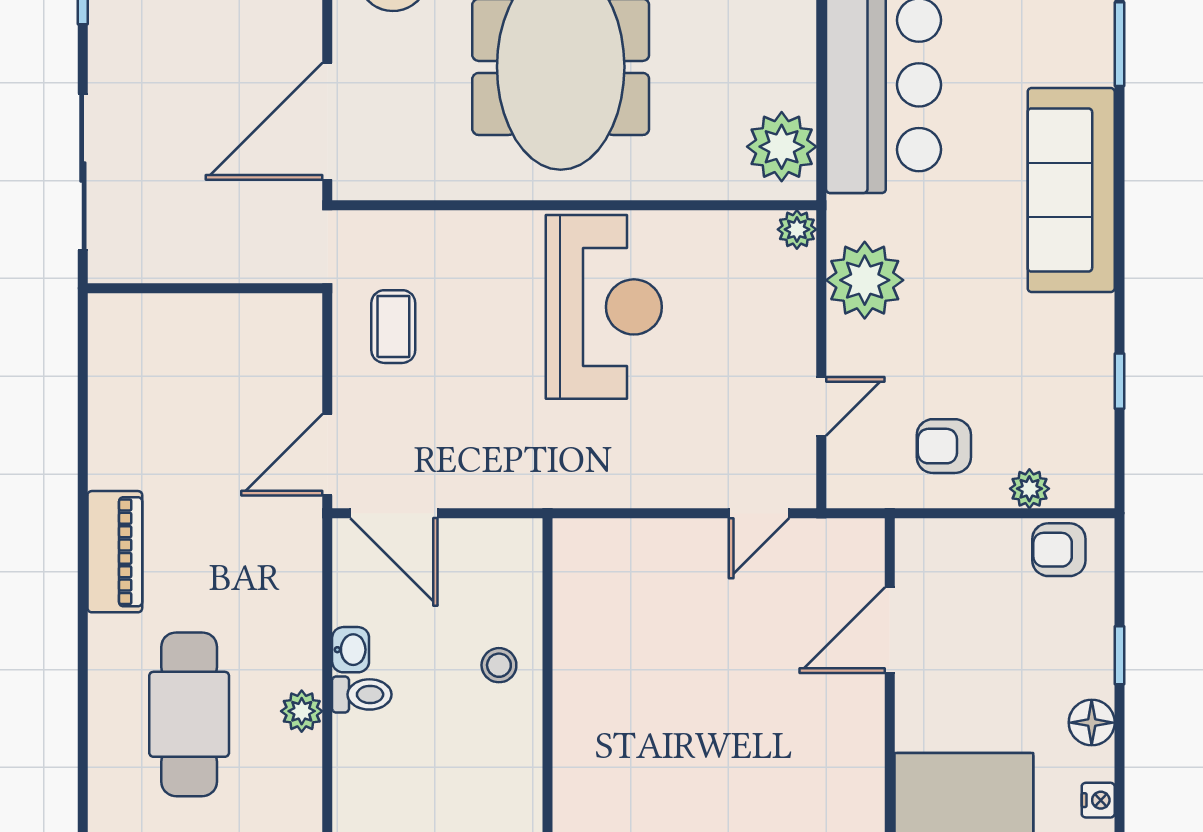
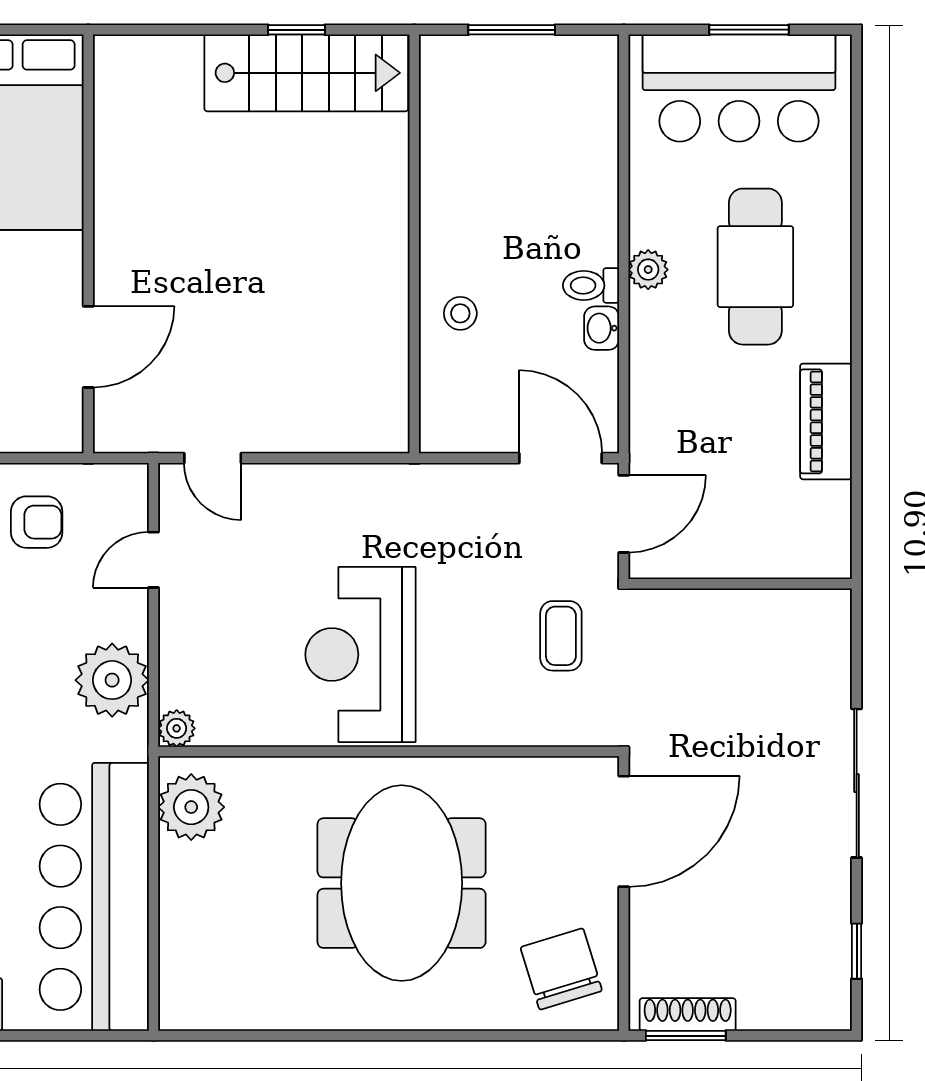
wall: (205, 288) -> (740, 584), moved
door: (759, 513) -> (213, 458), swing flipped

